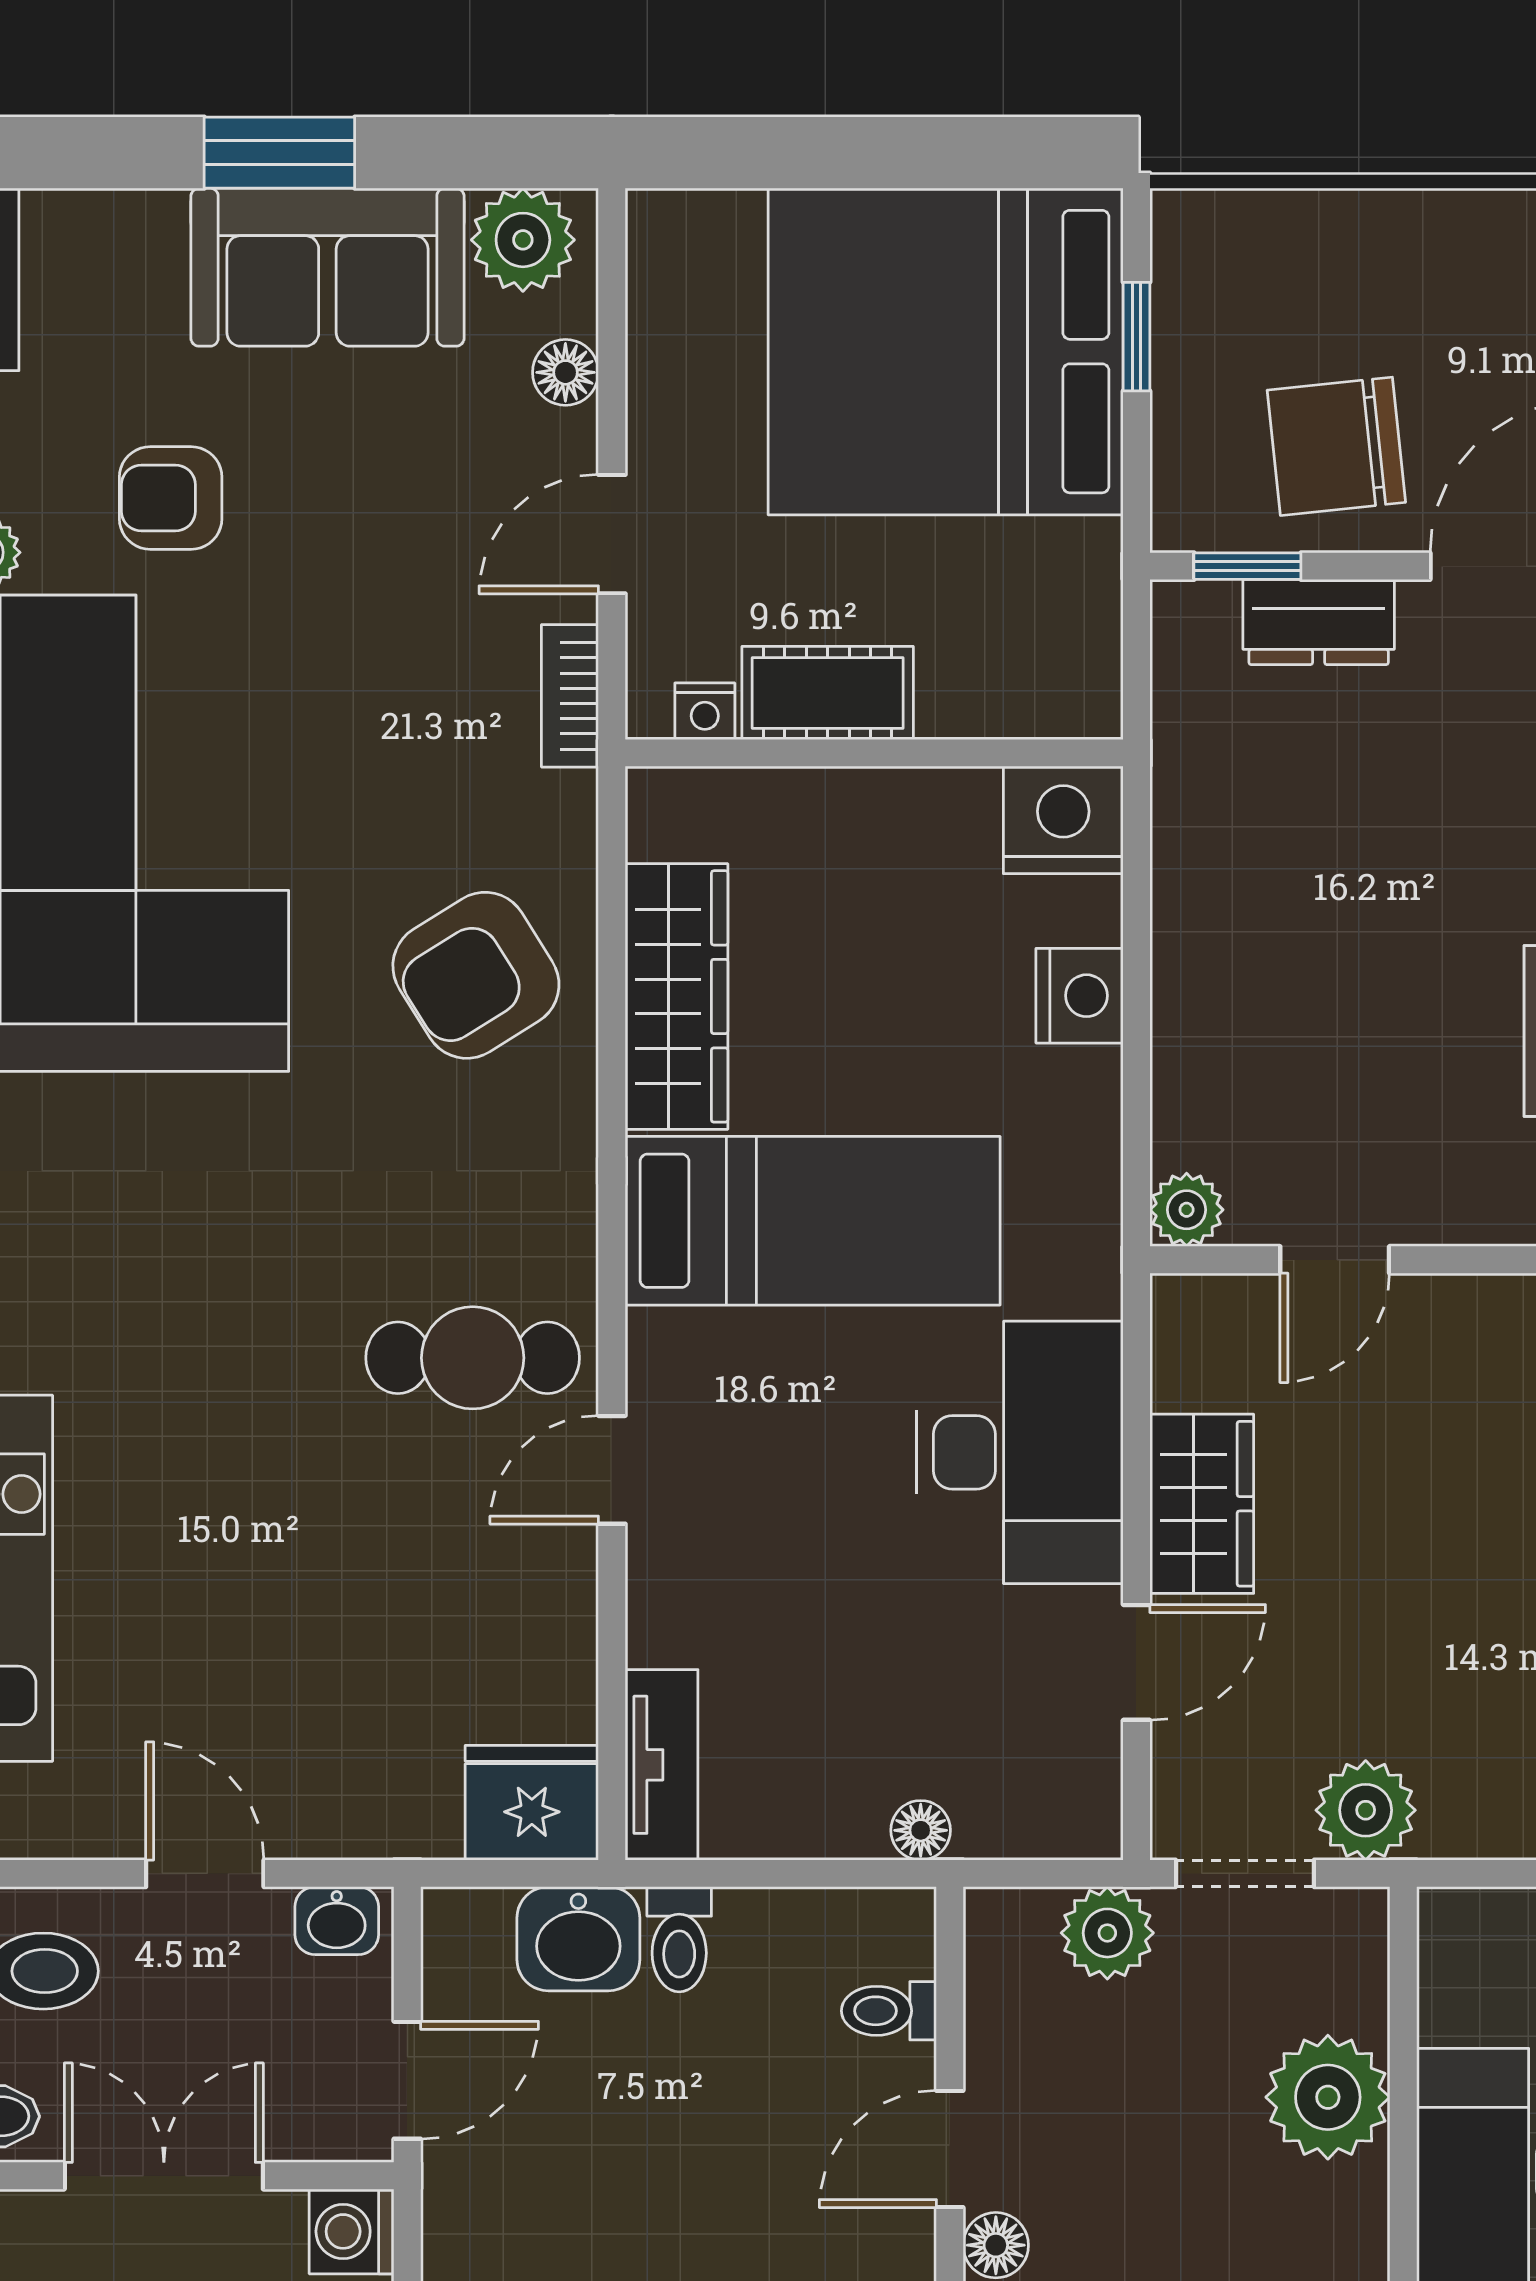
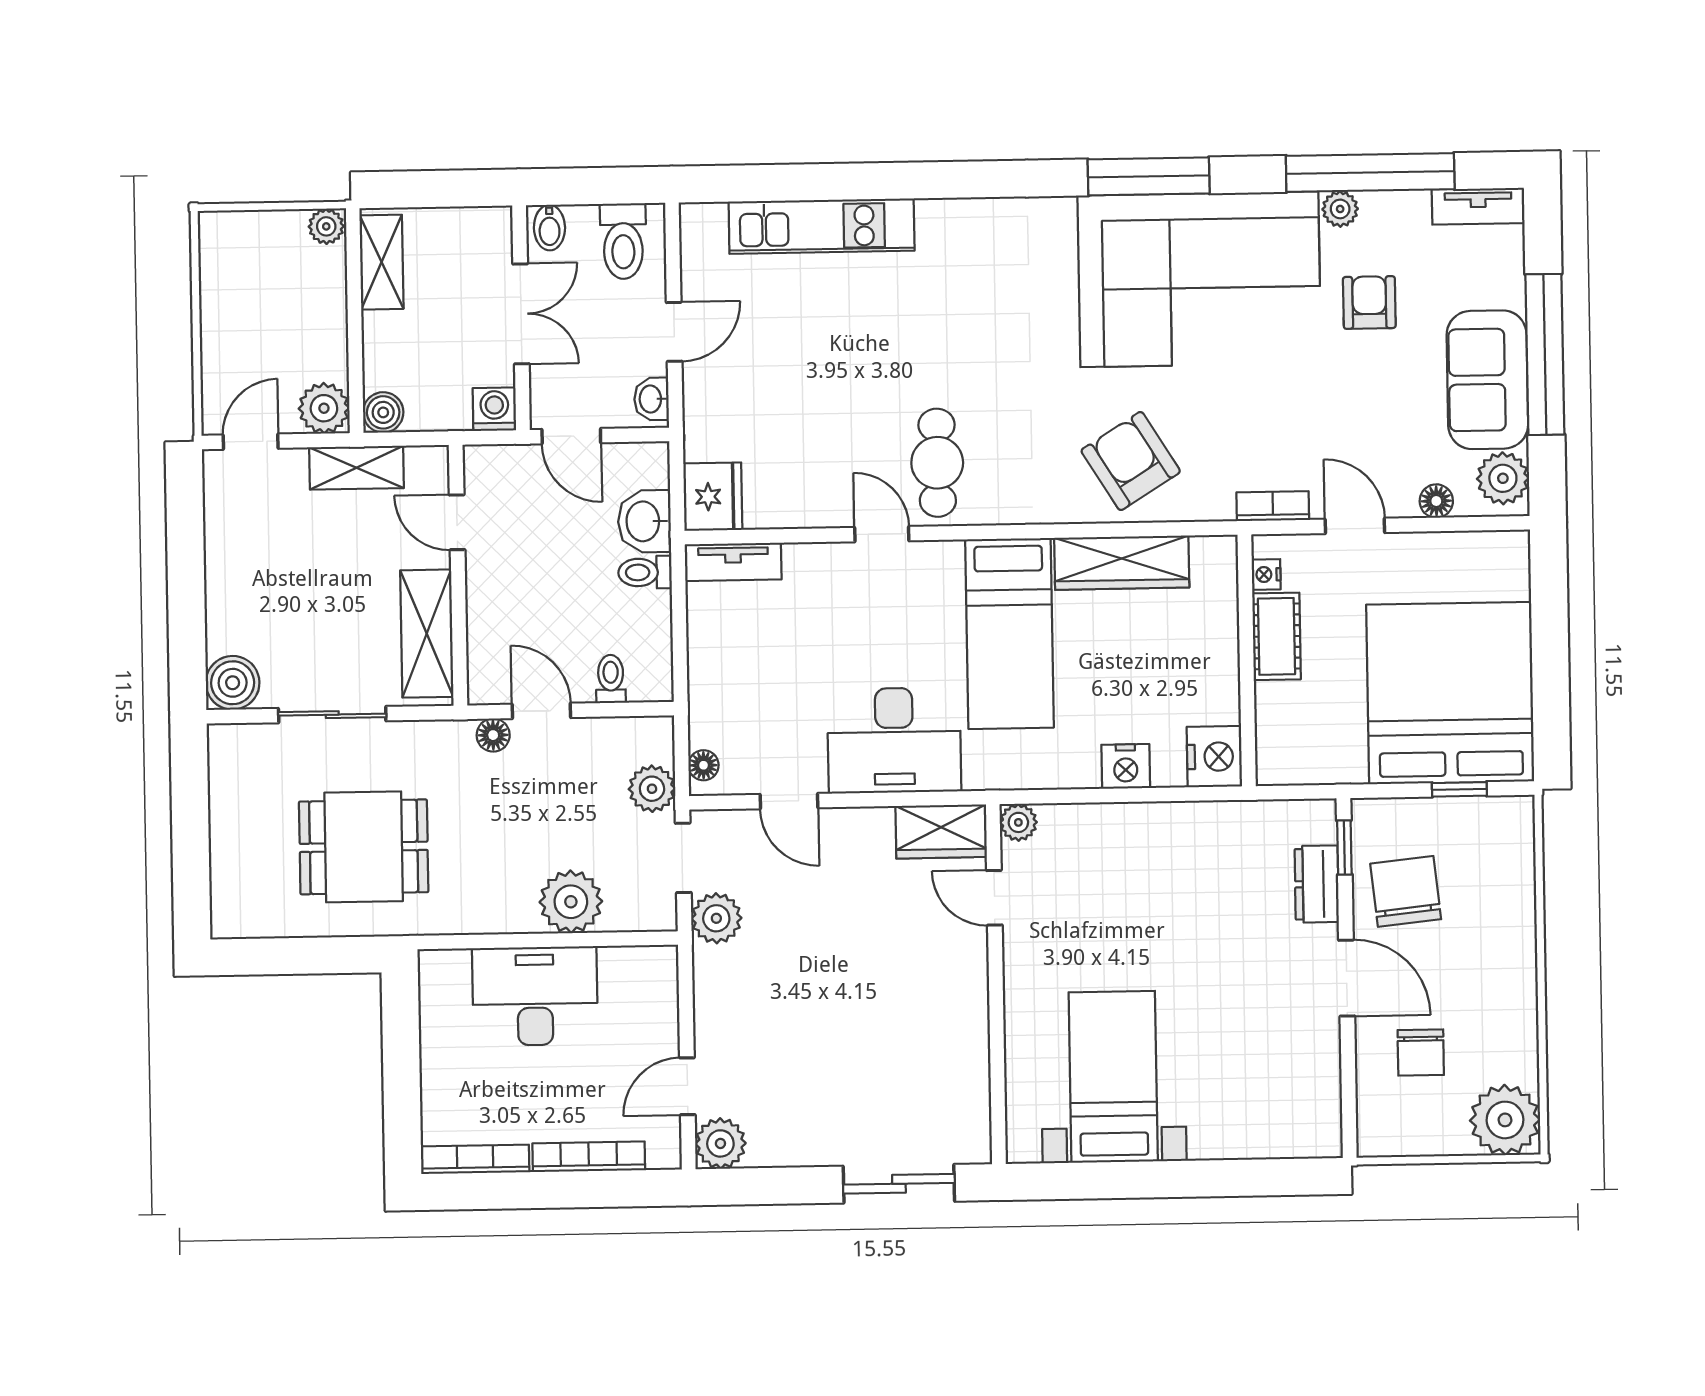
window: (279, 153) -> (1545, 354), width x2.11
wardrobe: (1202, 1504) -> (941, 831), moved
floor lamp: (921, 1830) -> (704, 765), moved

